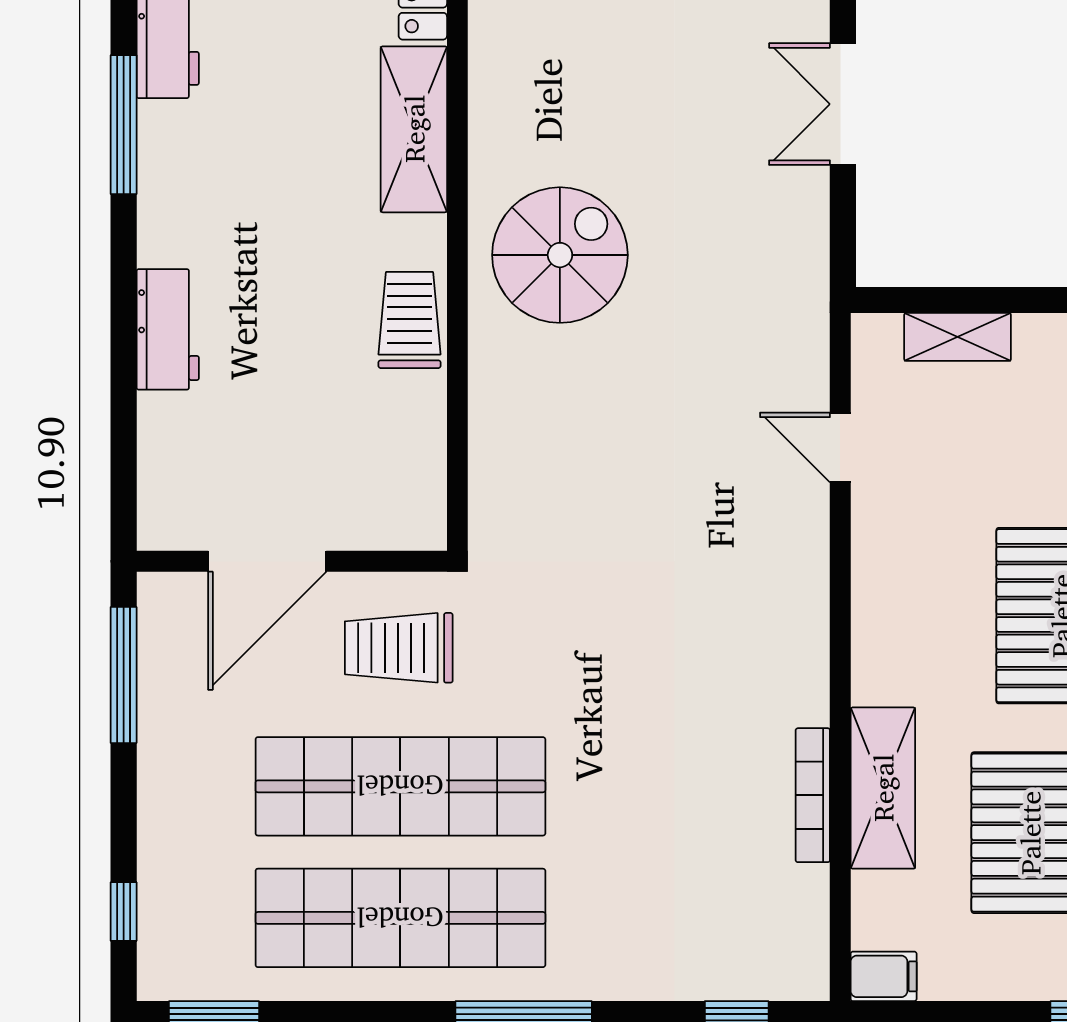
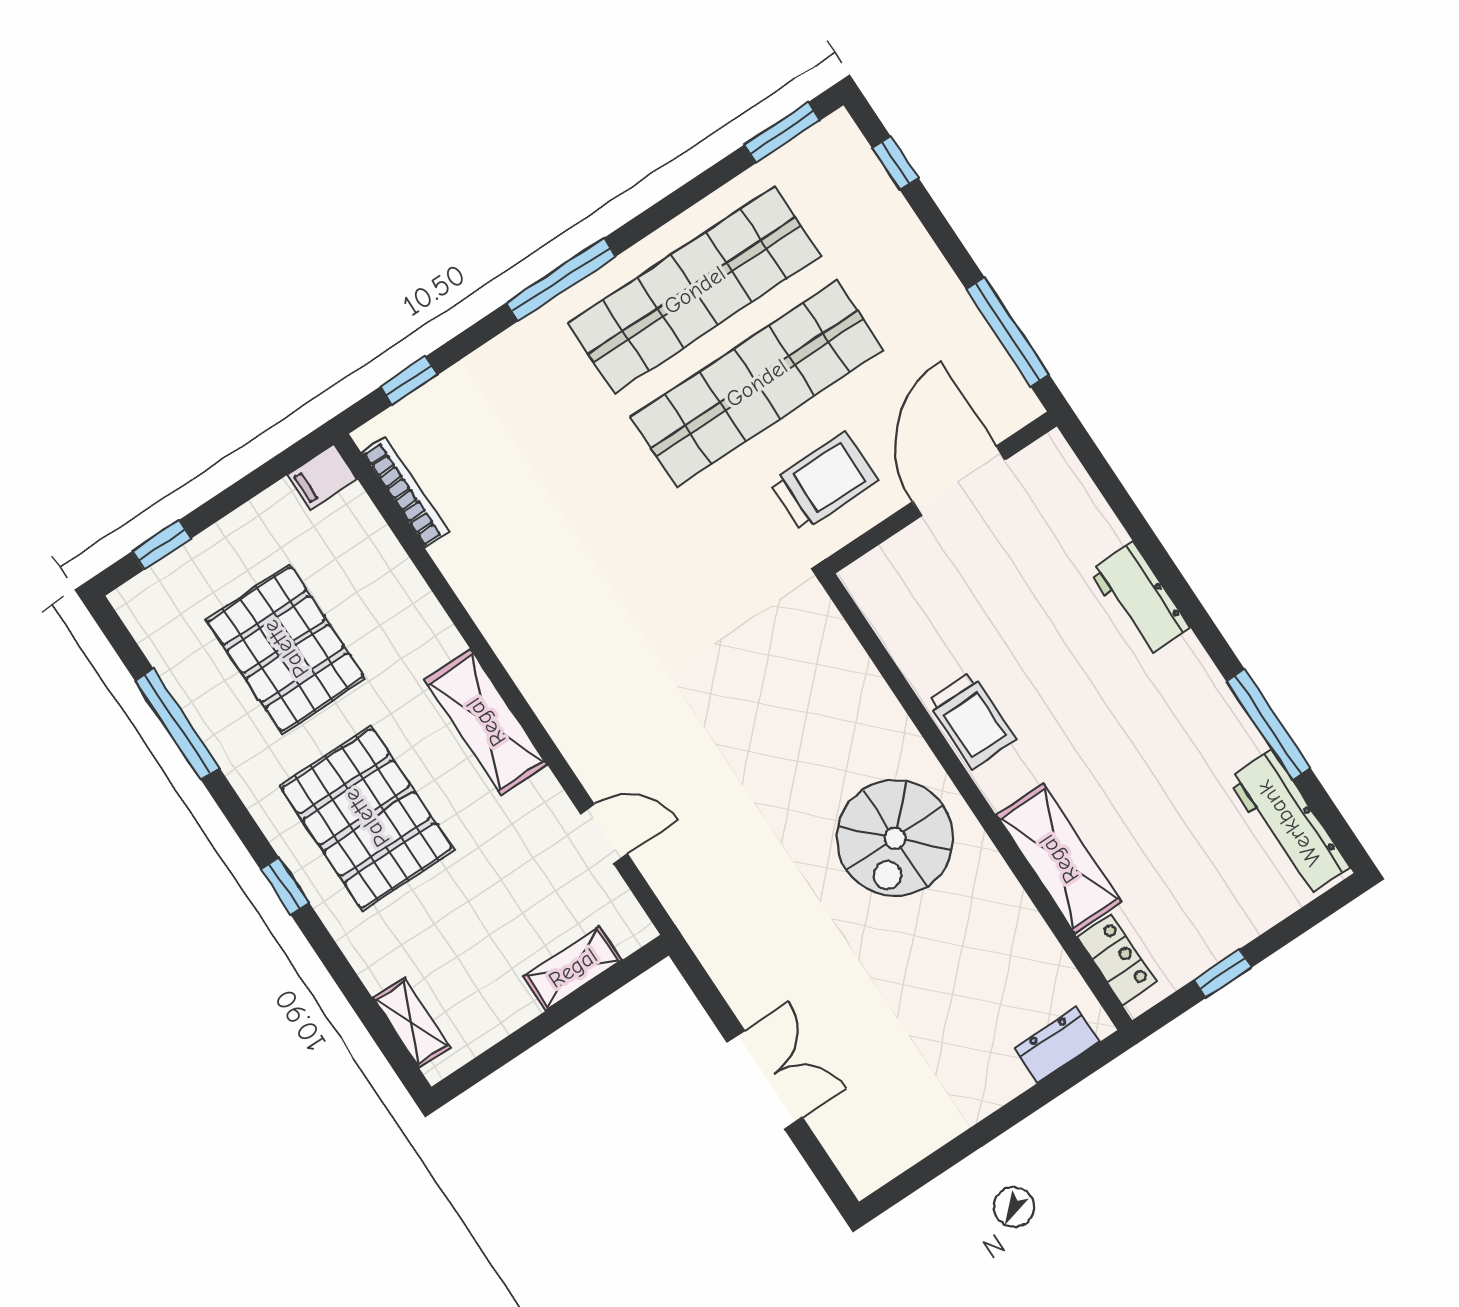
shelving: (883, 788) -> (486, 722), moved
bookcase: (813, 795) -> (405, 492), moved

